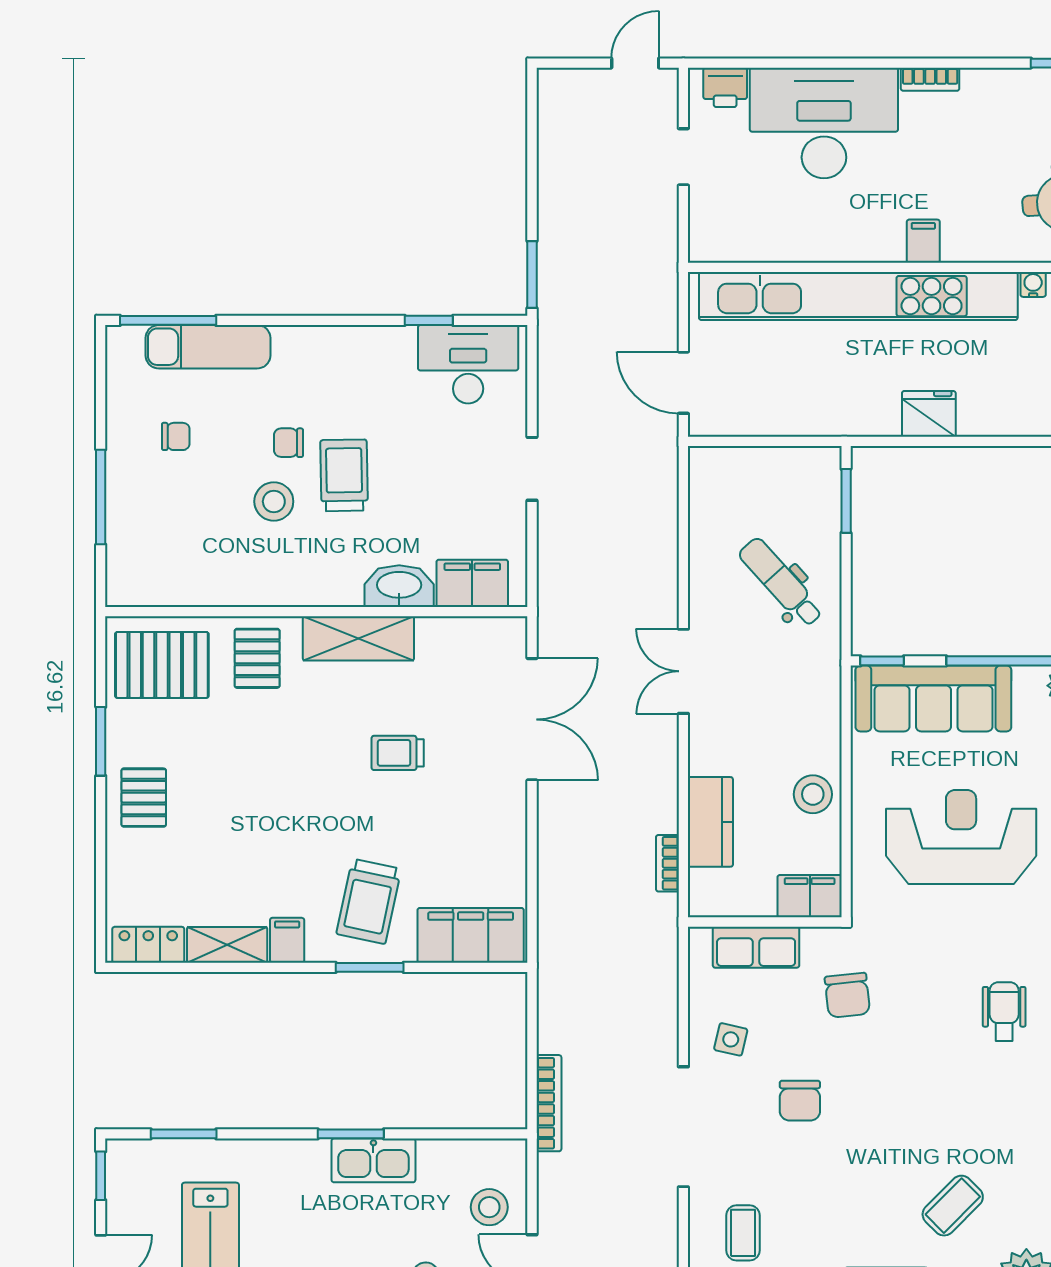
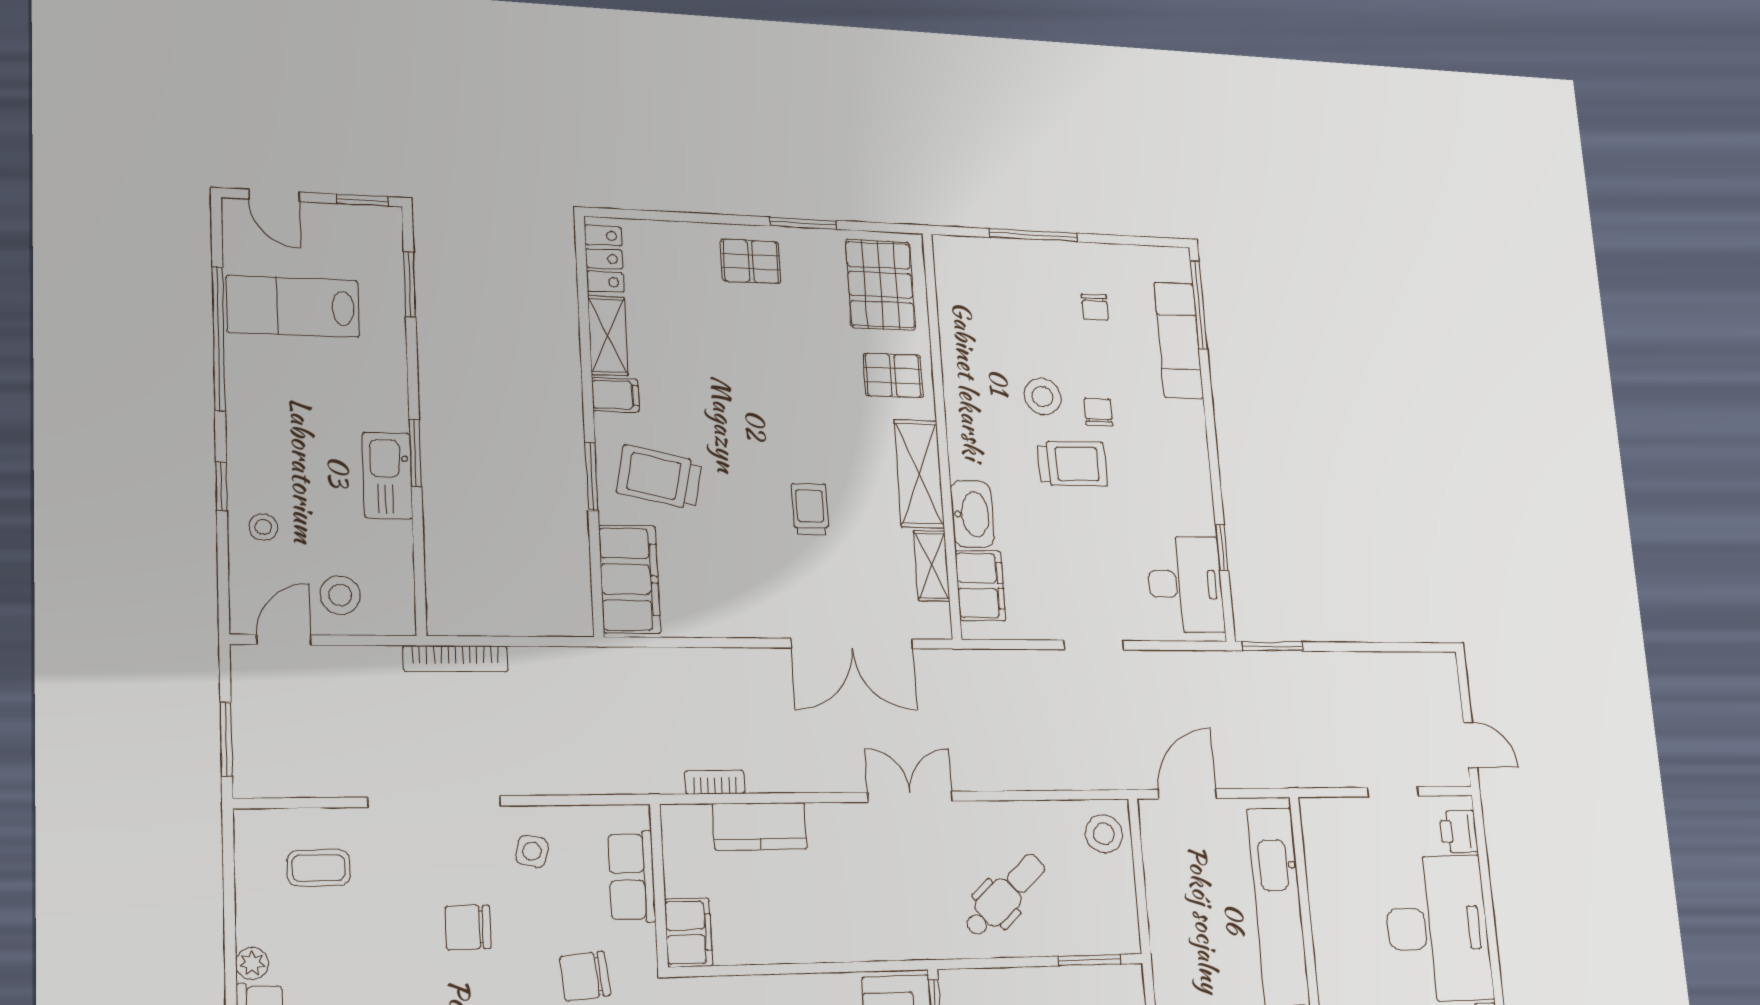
shelving: (453, 632) -> (932, 566), added
stool: (813, 794) -> (1104, 834), moved

